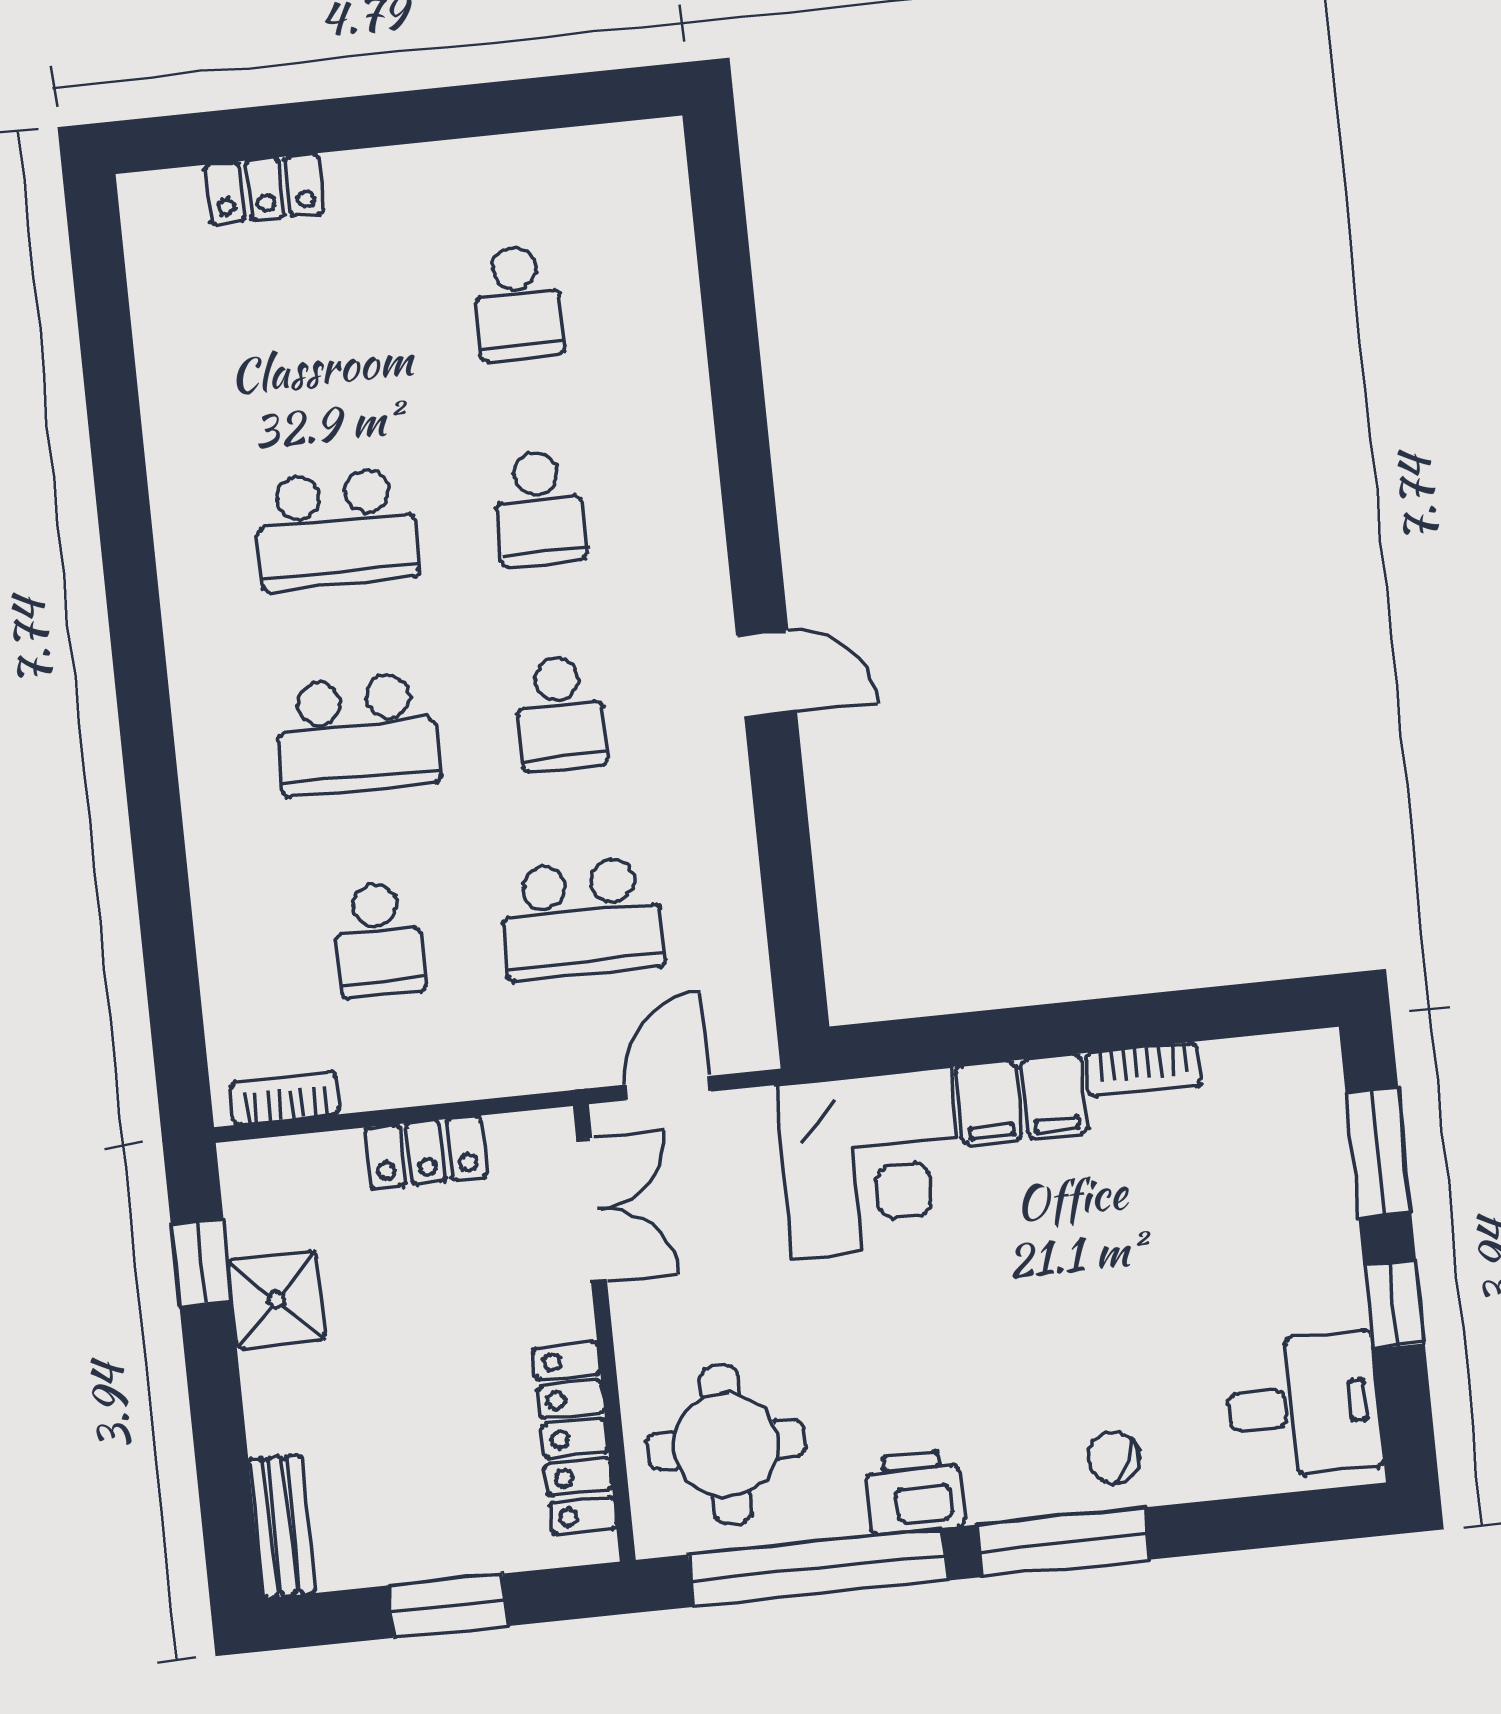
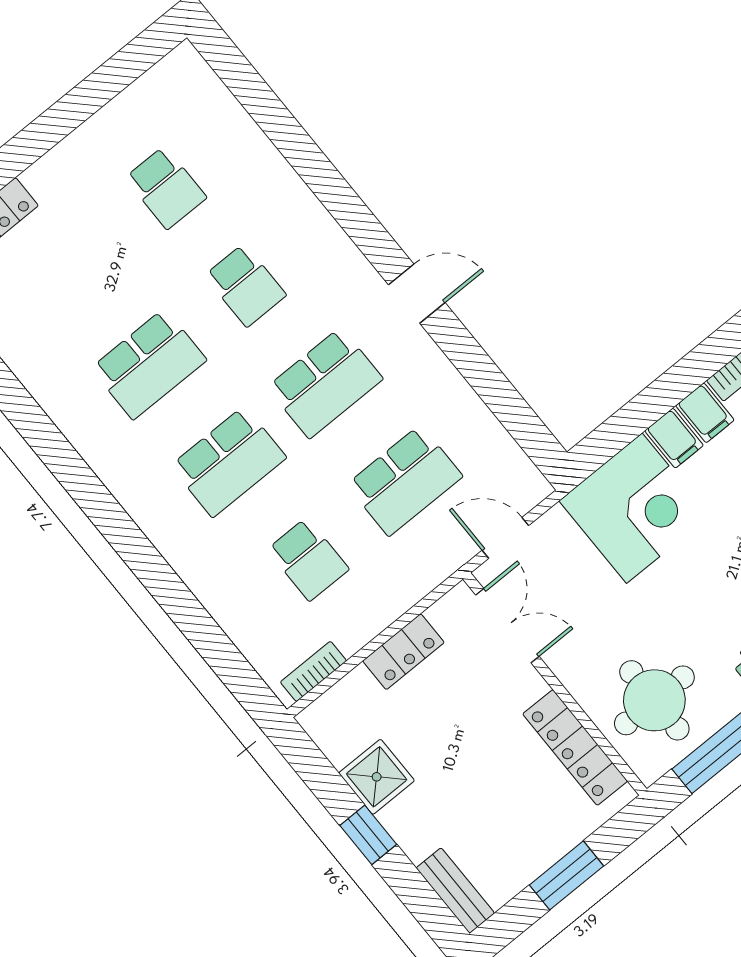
school desk: (560, 713) -> (325, 383), width x1.85
door: (668, 1088) -> (505, 538), hinge flipped
window: (201, 1263) -> (368, 835), moved

